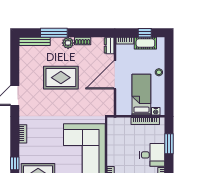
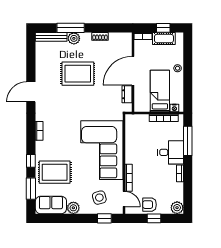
plant: (68, 43) -> (74, 38), moved
dresser: (109, 45) -> (127, 94), moved
window: (169, 144) -> (188, 141), width x1.44

